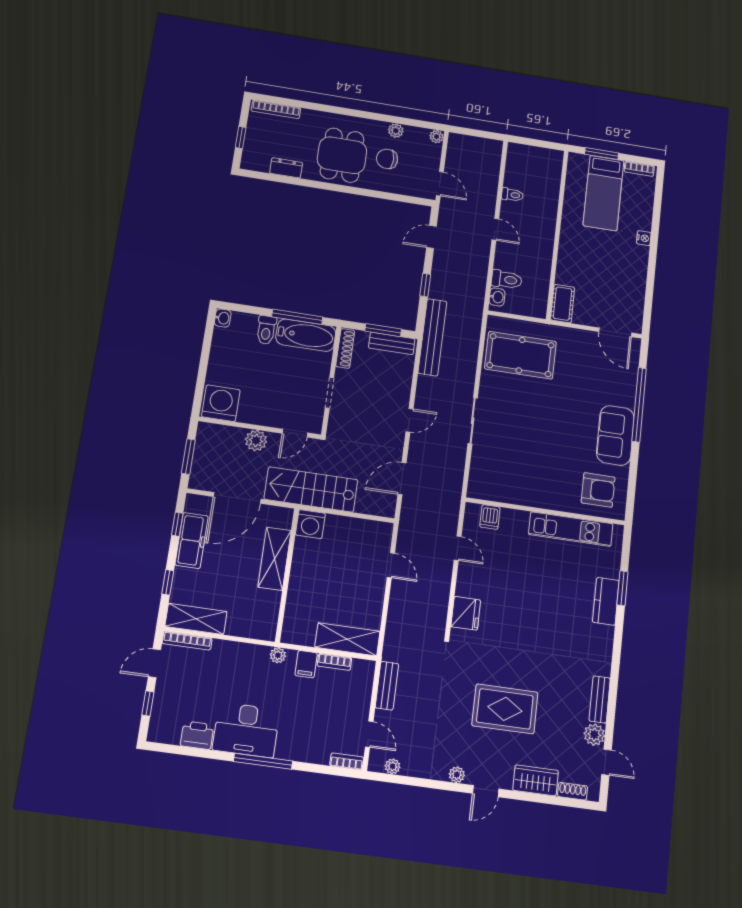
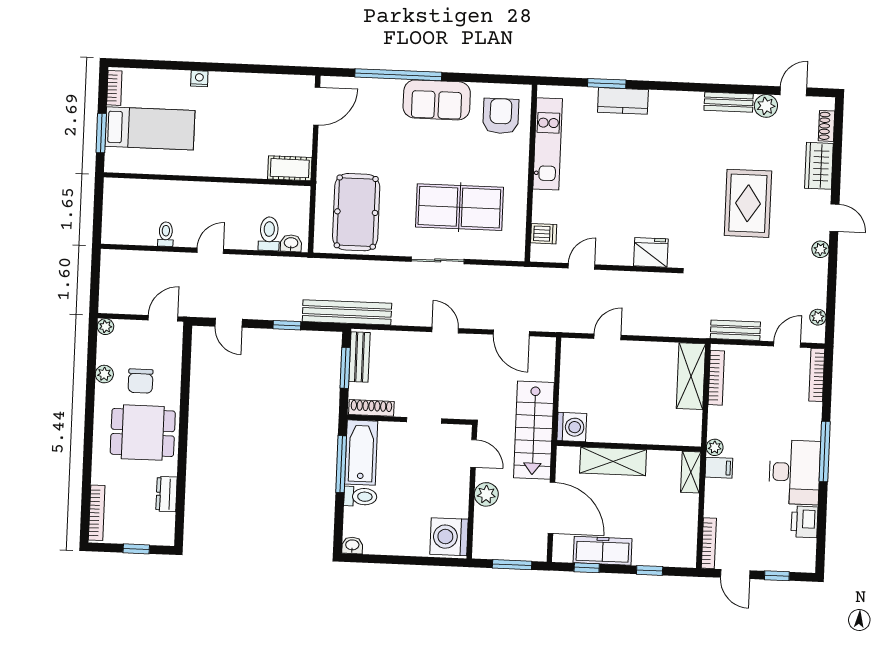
table tennis table: (519, 445) -> (459, 207), added
shelving: (196, 619) -> (691, 472), moved, width x0.67, depth x0.75
bookcase: (334, 662) -> (716, 378), width x1.56
filing cabinet: (306, 664) -> (719, 468), moved
bookcase: (347, 761) -> (817, 375), width x1.56

